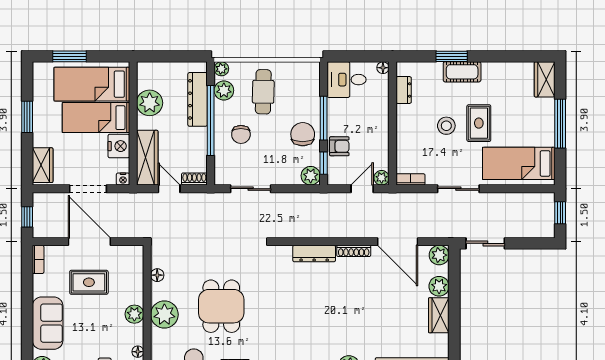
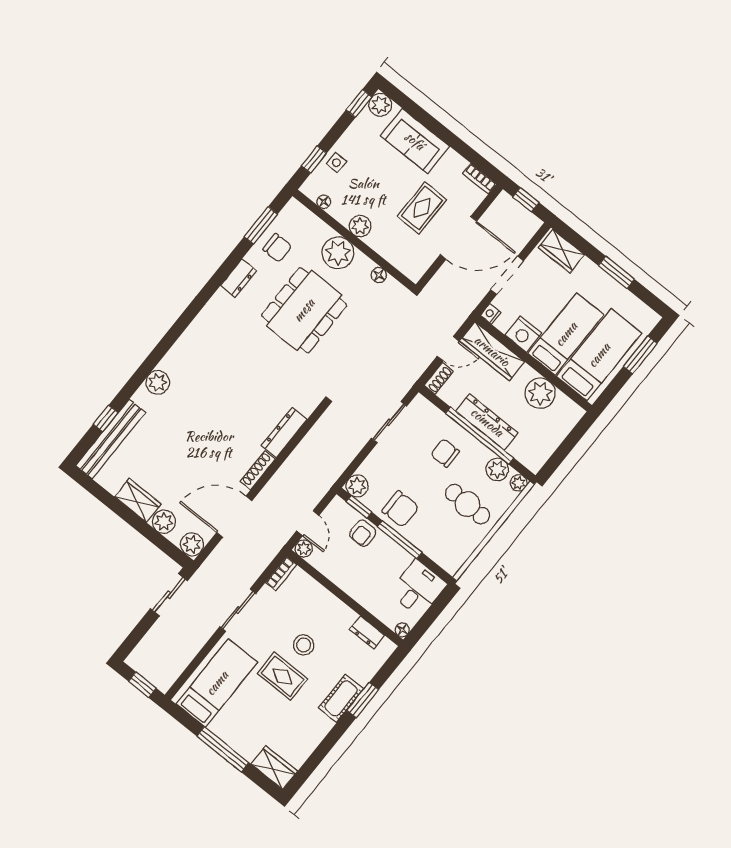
dresser: (198, 99) -> (487, 422), moved
dining table: (221, 306) -> (304, 310), width x1.38

